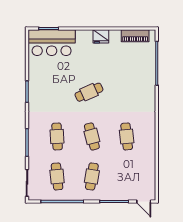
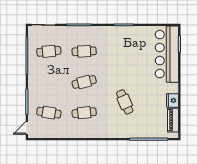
fridge: (101, 36) -> (172, 100), moved
bar counter: (52, 43) -> (167, 54), width x1.36
cafe table: (89, 92) -> (125, 102), moved
cafe table: (92, 176) -> (49, 113), moved

